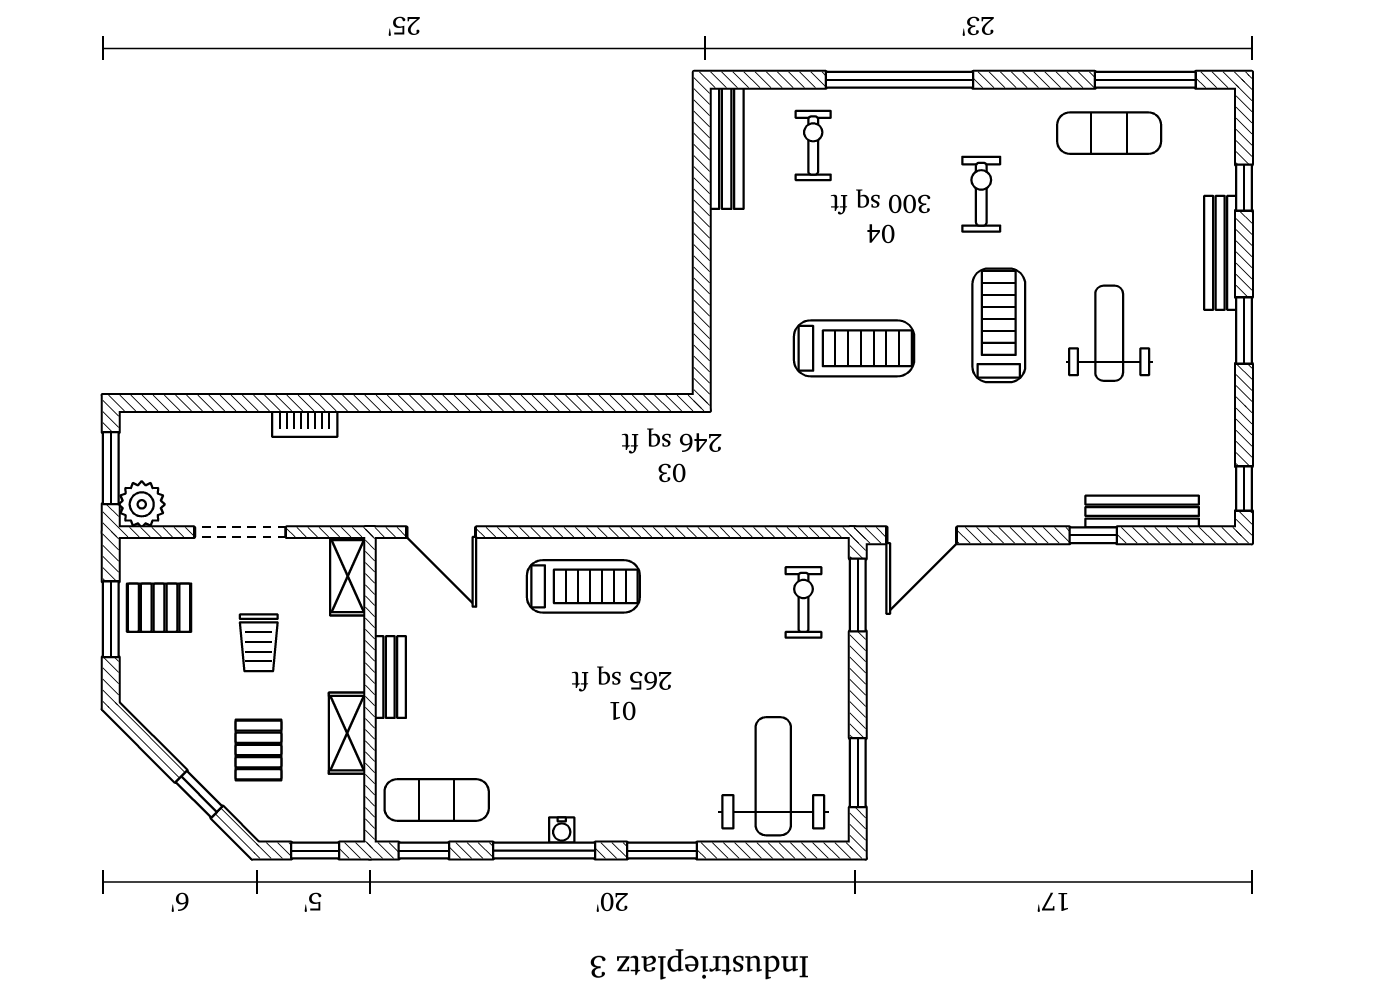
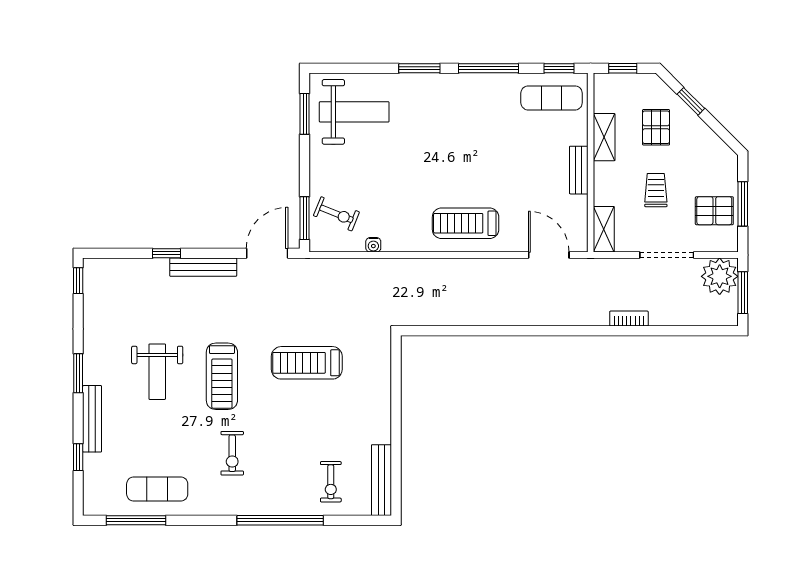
plant: (142, 504) -> (720, 276), width x1.36, depth x1.36
bench: (1142, 512) -> (203, 267), moved
exercise bike: (803, 602) -> (336, 214), turned -68
weight bench: (773, 776) -> (354, 112), turned -90
water cooler: (562, 830) -> (373, 245), moved, turned 180

